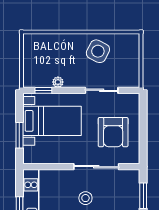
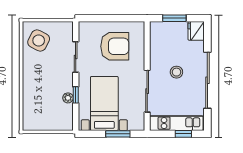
side table: (98, 51) -> (39, 40), moved
window: (43, 90) -> (76, 95), moved
sliding door: (96, 167) -> (147, 91), moved

